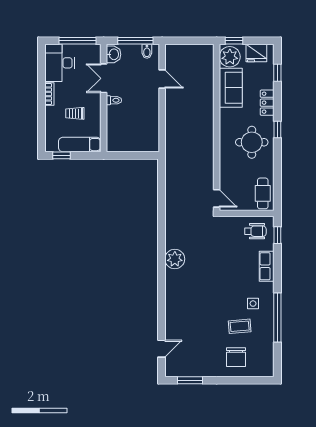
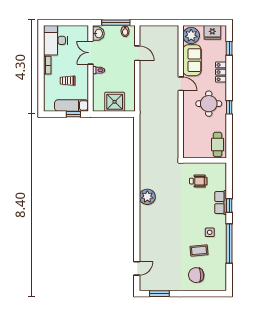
window: (77, 41) -> (70, 23), removed
window: (234, 41) -> (195, 23), removed
window: (277, 129) -> (229, 107), moved
shower: (134, 140) -> (115, 102), added
window: (61, 155) -> (73, 114), moved
door: (217, 198) -> (181, 84), moved
wheelchair: (255, 231) -> (198, 181), moved
window: (277, 235) -> (229, 205), moved
chair: (236, 357) -> (196, 275), turned 87

